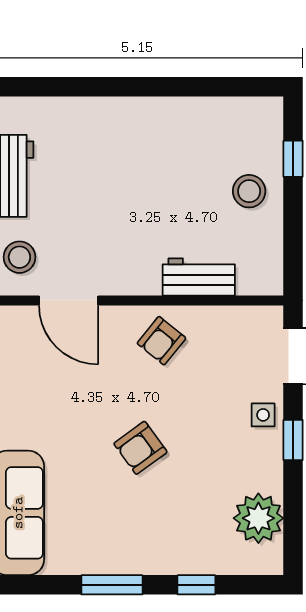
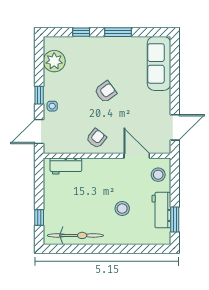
bicycle: (210, 117) -> (75, 235), added
stool: (249, 191) -> (122, 209), moved
workbench: (199, 277) -> (66, 166), moved

